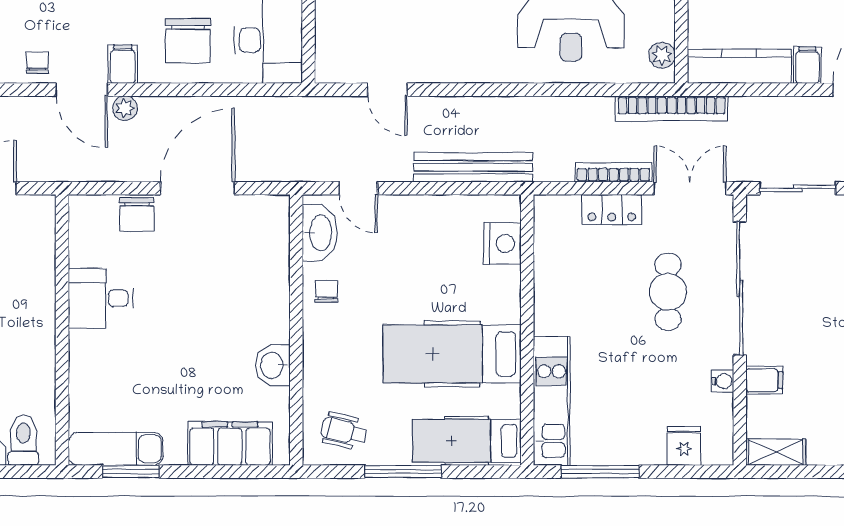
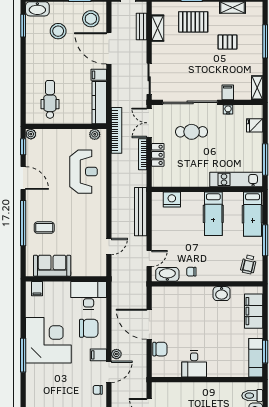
hospital bed: (452, 354) -> (213, 214), width x0.73, depth x0.78

